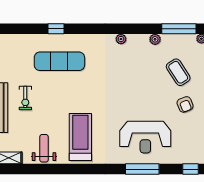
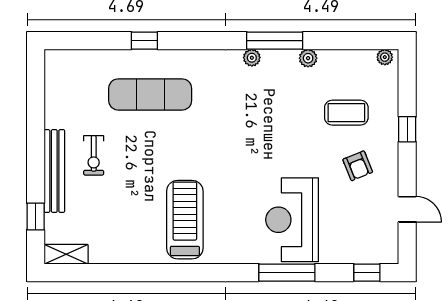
window: (179, 29) -> (275, 41), moved
coffee table: (178, 72) -> (346, 113), turned -57
reception desk: (145, 137) -> (292, 220), turned 90
weight bench: (44, 148) -> (125, 238), removed

